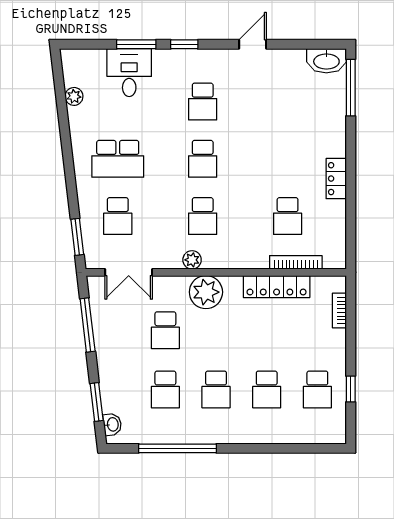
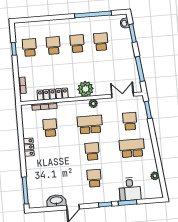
washbasin: (326, 61) -> (56, 201), moved
school desk: (203, 216) -> (90, 125), width x1.85
school desk: (165, 330) -> (103, 70), removed

